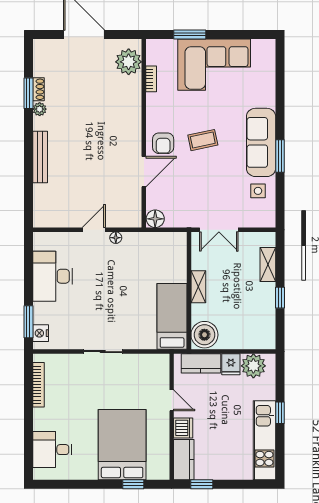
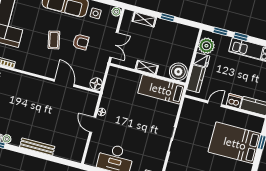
armchair: (163, 143) -> (81, 42), moved
plant: (268, 220) -> (116, 12), added
window: (280, 381) -> (220, 31), added

